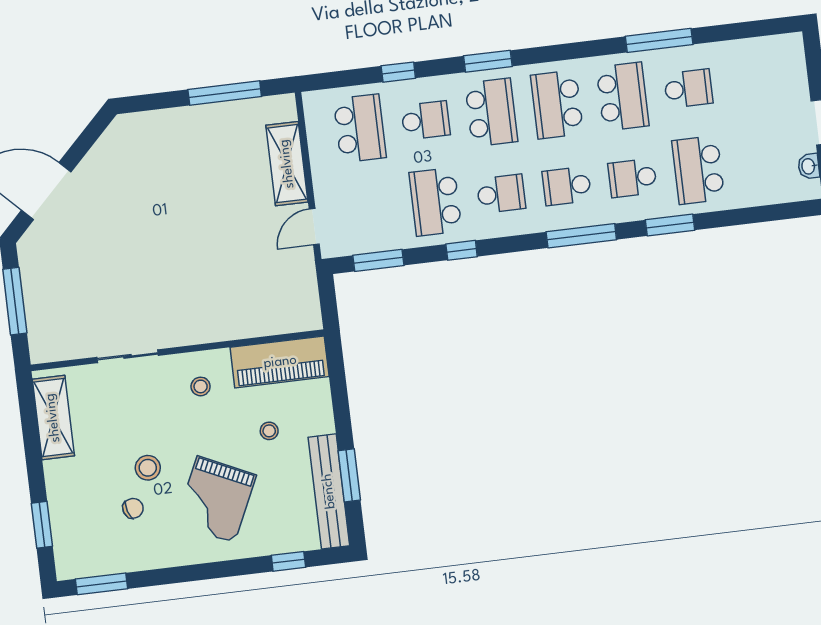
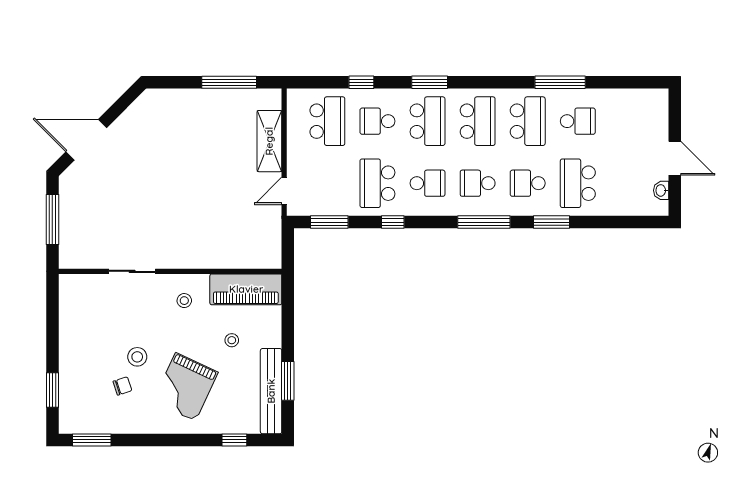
school desk: (557, 104) -> (478, 121), turned 180
school desk: (426, 120) -> (377, 121), turned 180
shelving: (53, 418) -> (71, 311), removed

